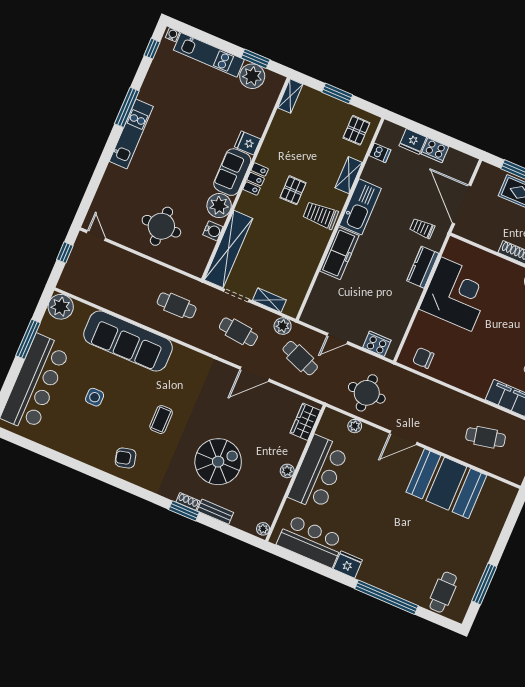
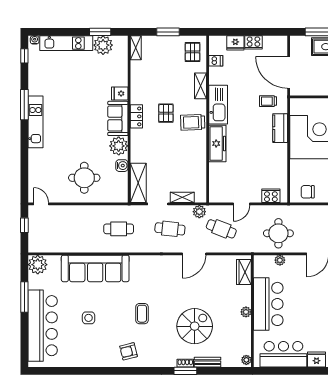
shelving: (228, 249) -> (138, 183), width x0.68

